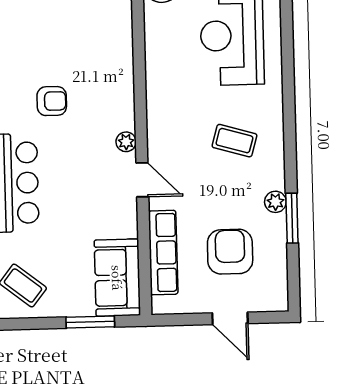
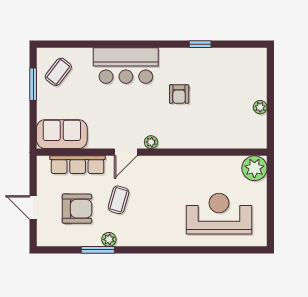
coffee table: (234, 141) -> (119, 200), moved
door: (230, 318) -> (33, 207), hinge flipped
window: (90, 322) -> (33, 84), moved

